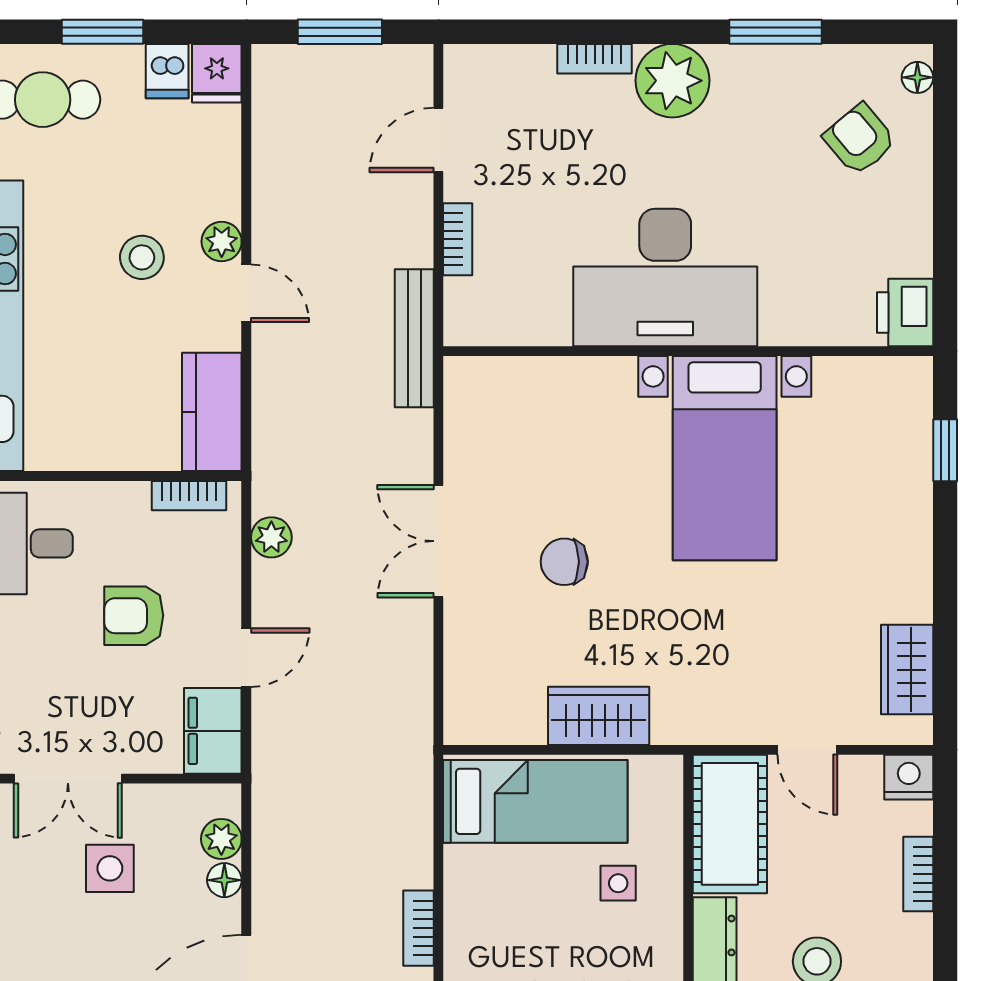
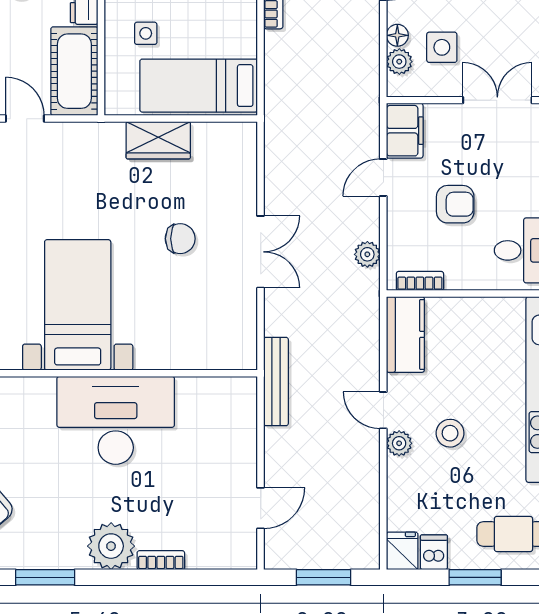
bookcase: (458, 239) -> (248, 445), removed
side table: (110, 868) -> (442, 47), moved

